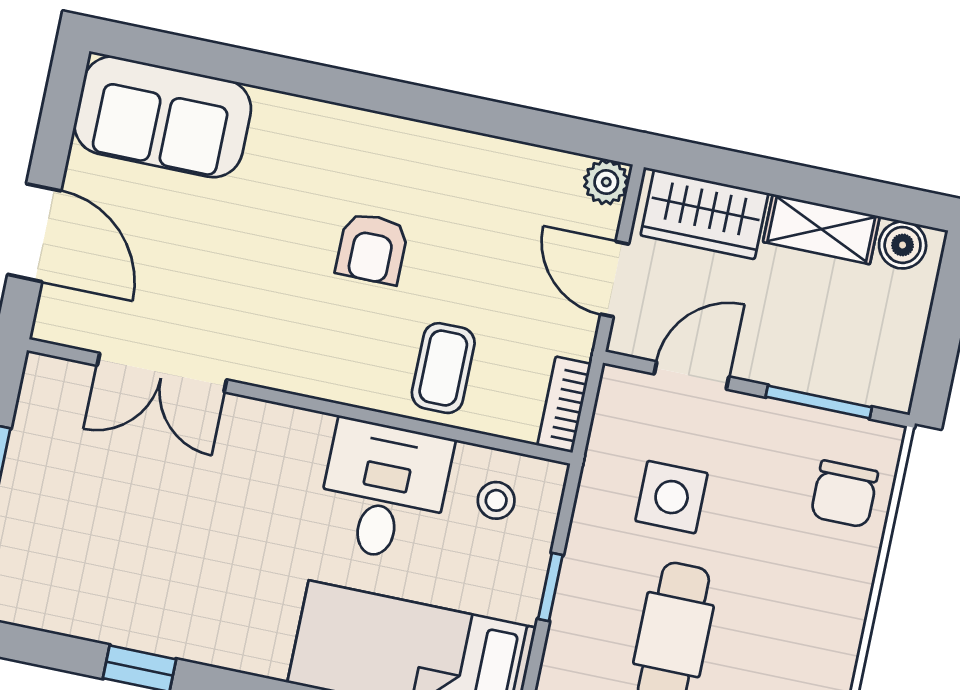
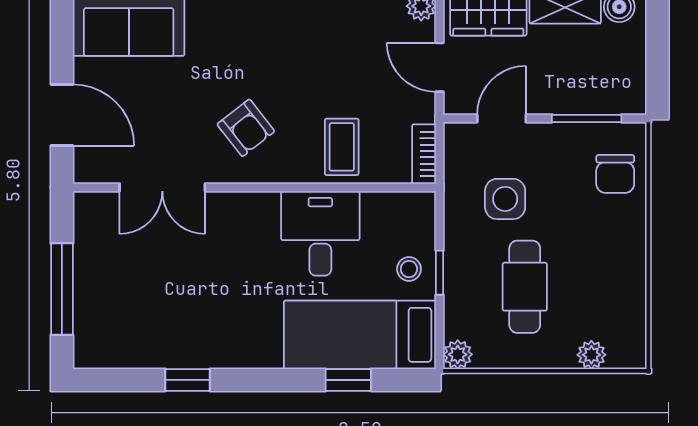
armchair: (372, 248) -> (246, 128), moved, turned -38
stool: (496, 500) -> (409, 269), moved

